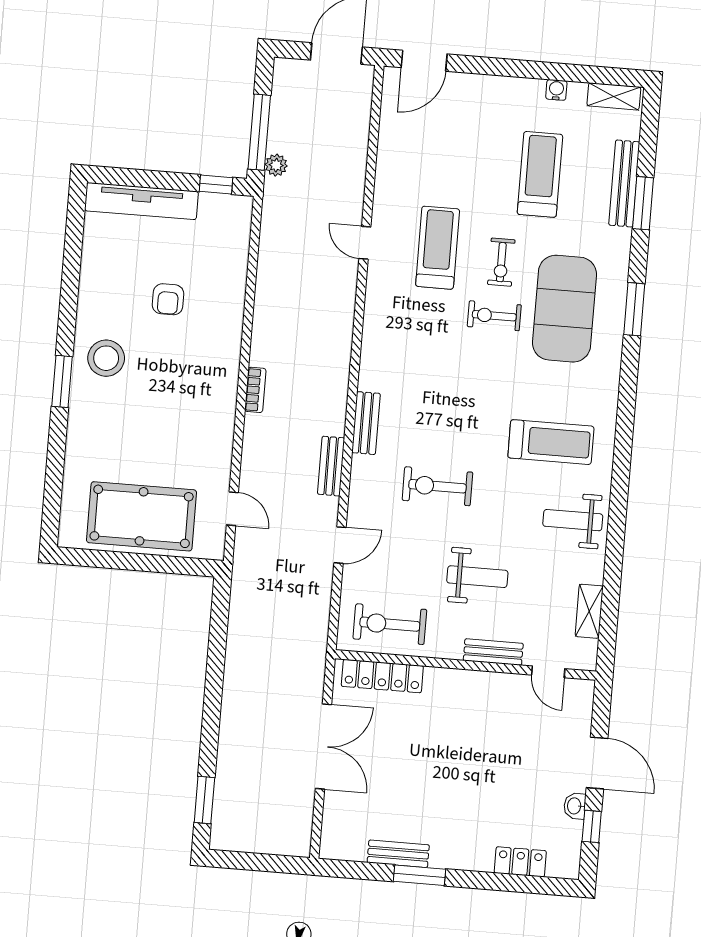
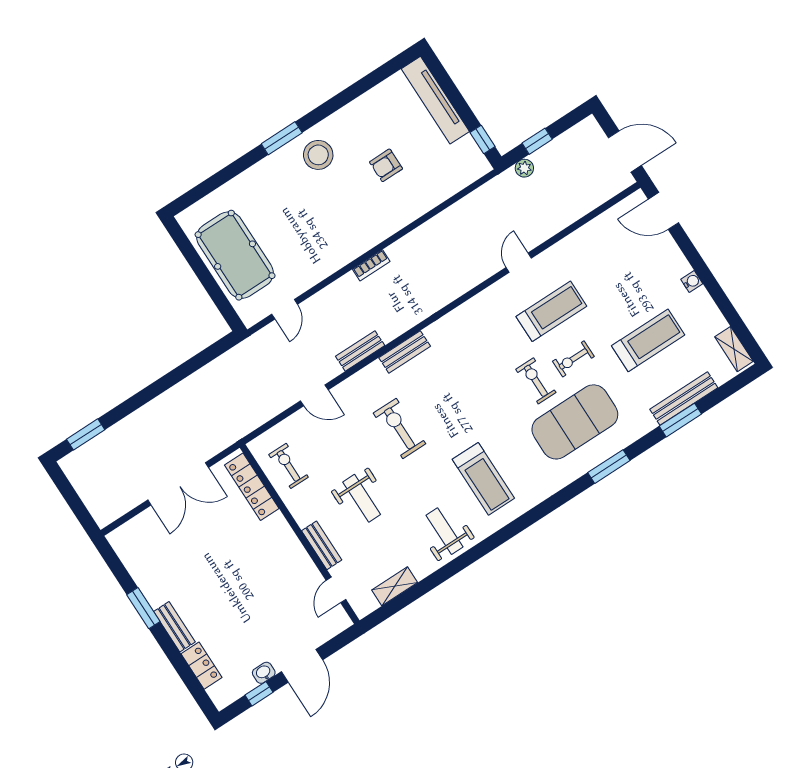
water cooler: (556, 90) -> (692, 282), moved
window: (259, 132) -> (537, 141), width x0.46
exercise bike: (390, 624) -> (288, 466), width x0.73, depth x0.72
bench: (398, 854) -> (174, 627), moved

